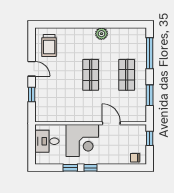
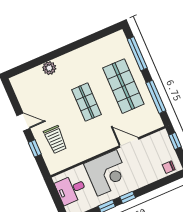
plant: (101, 34) -> (49, 68), moved
trolley: (49, 46) -> (55, 140), moved
shop shelf: (127, 75) -> (123, 86), width x1.43, depth x1.36
window: (150, 95) -> (156, 97), width x1.44

